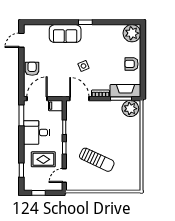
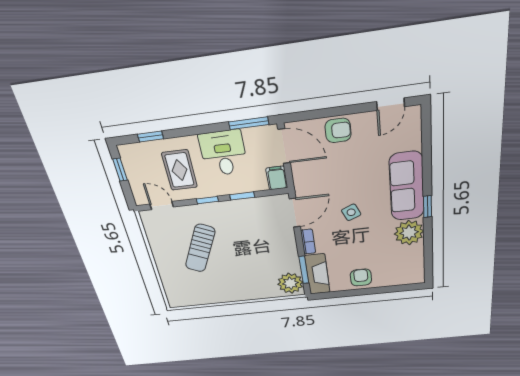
plant: (132, 33) -> (409, 233), moved
sofa: (65, 34) -> (407, 187), width x1.36
door: (21, 40) -> (391, 104), swing flipped

